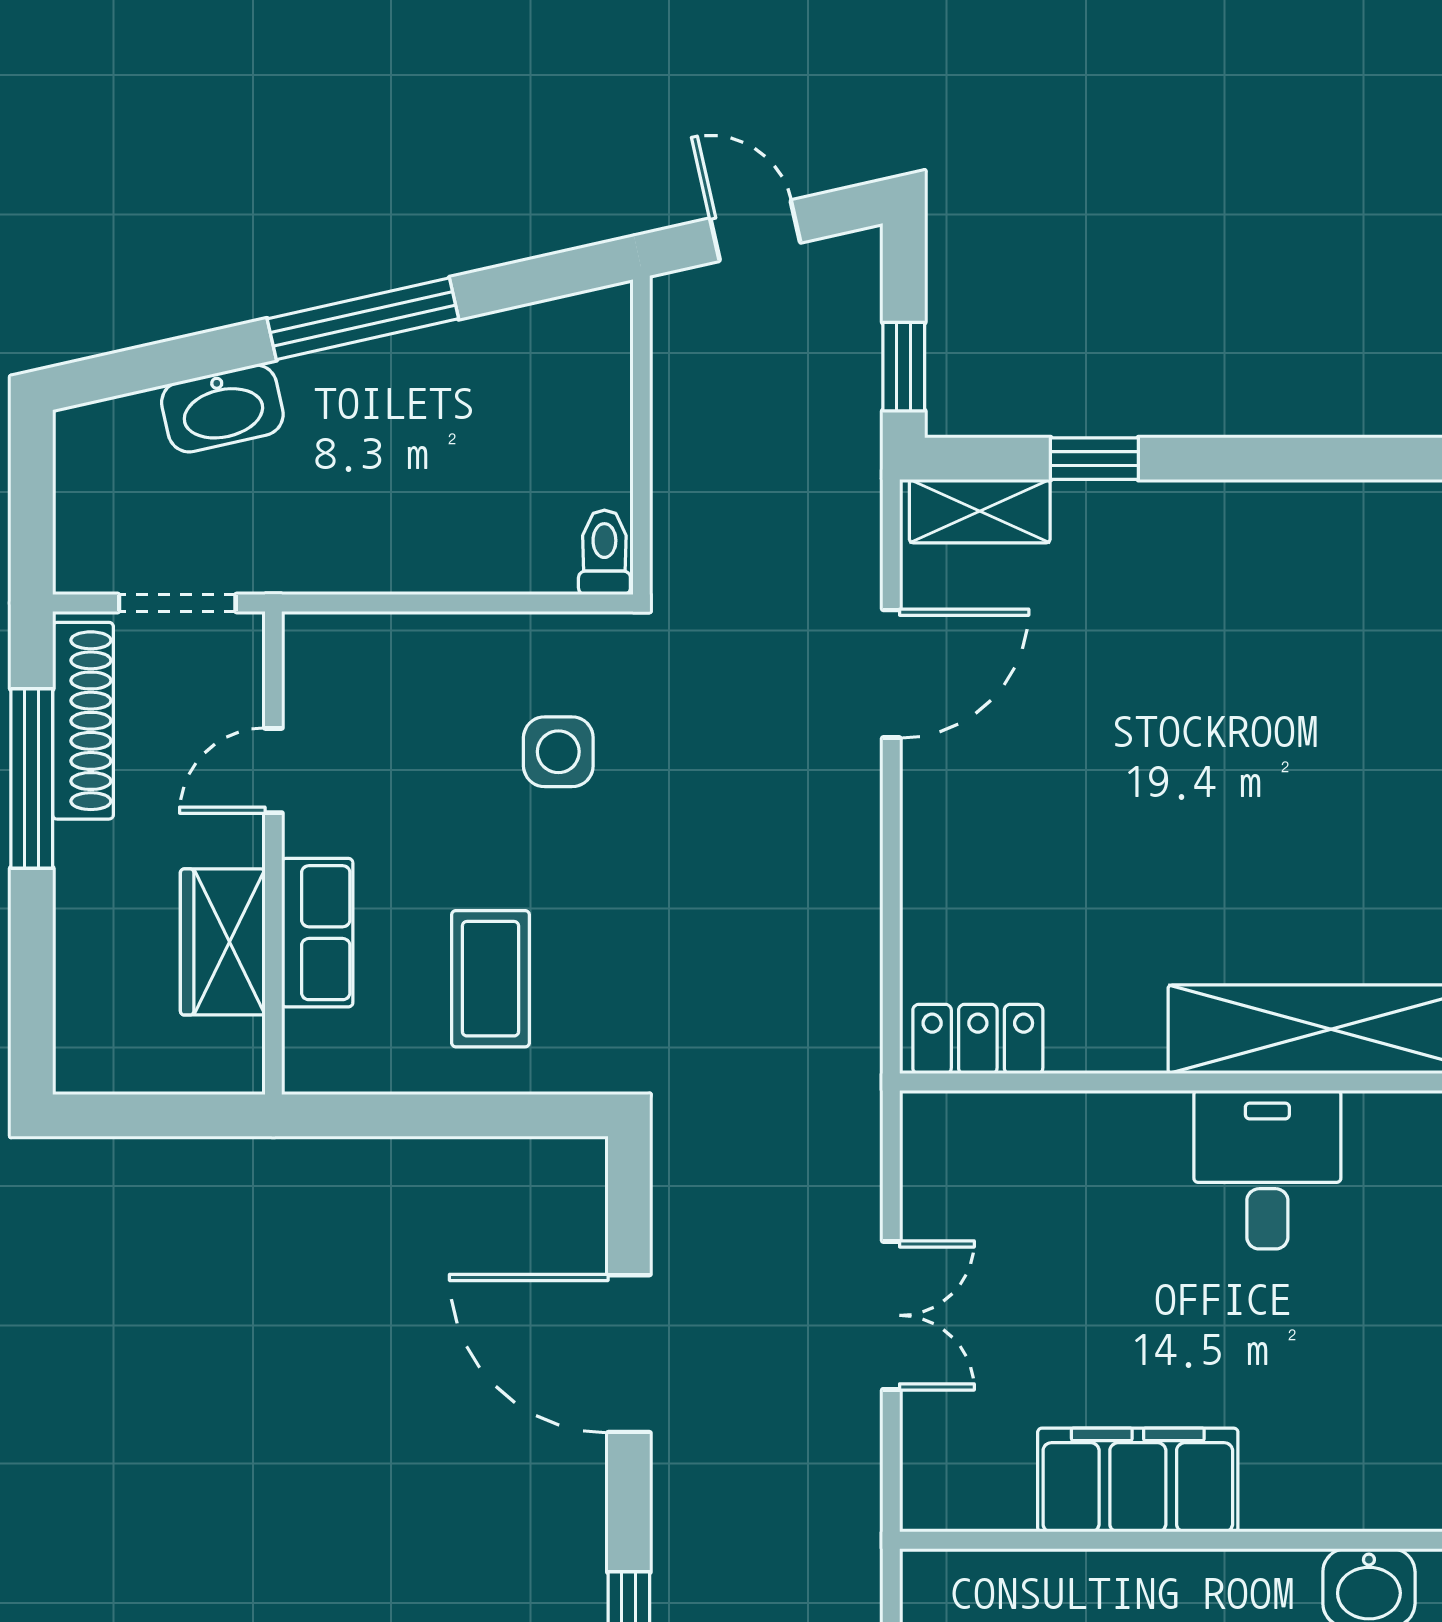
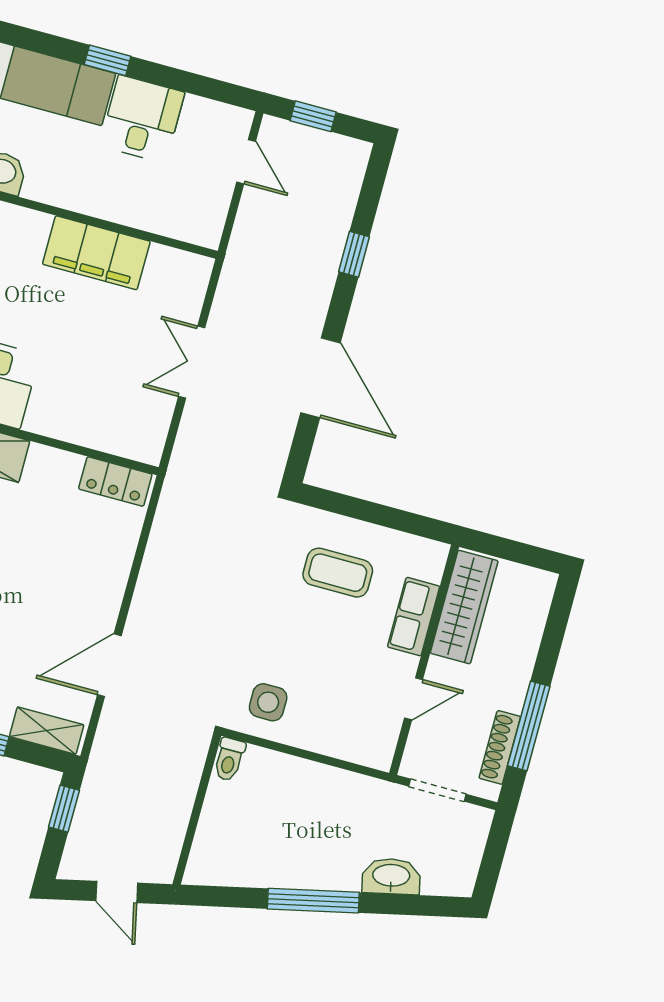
shoe rack: (83, 721) -> (500, 747), width x0.74, depth x0.81
side table: (558, 752) -> (268, 702), moved
wardrobe: (223, 942) -> (464, 607), width x1.50
coffee table: (490, 979) -> (338, 573), turned 90

